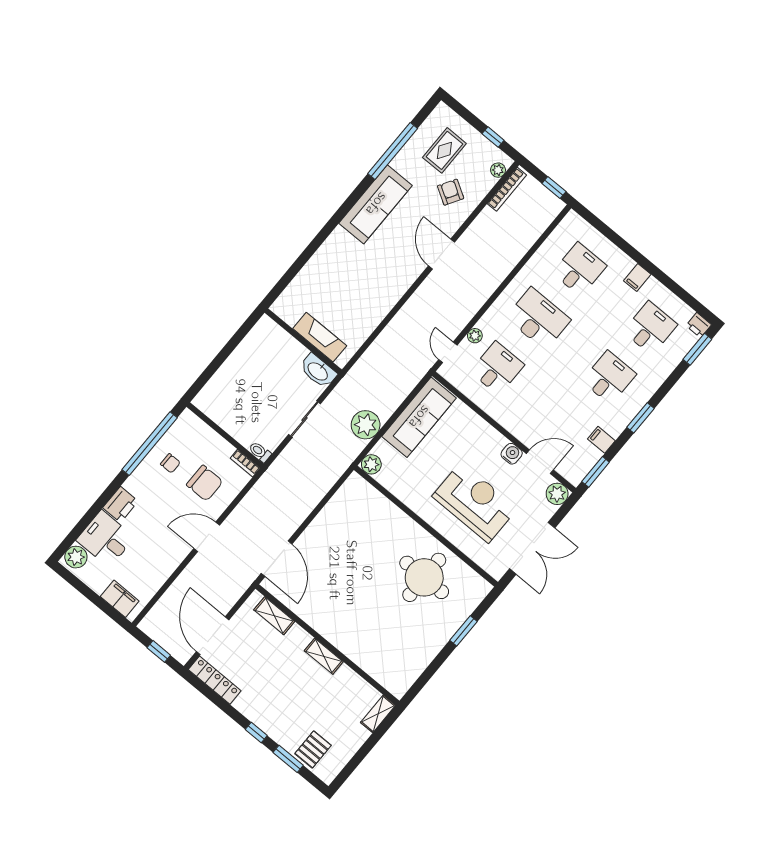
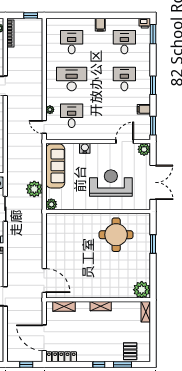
water cooler: (512, 454) -> (85, 148), moved
plant: (397, 680) -> (142, 290), added

